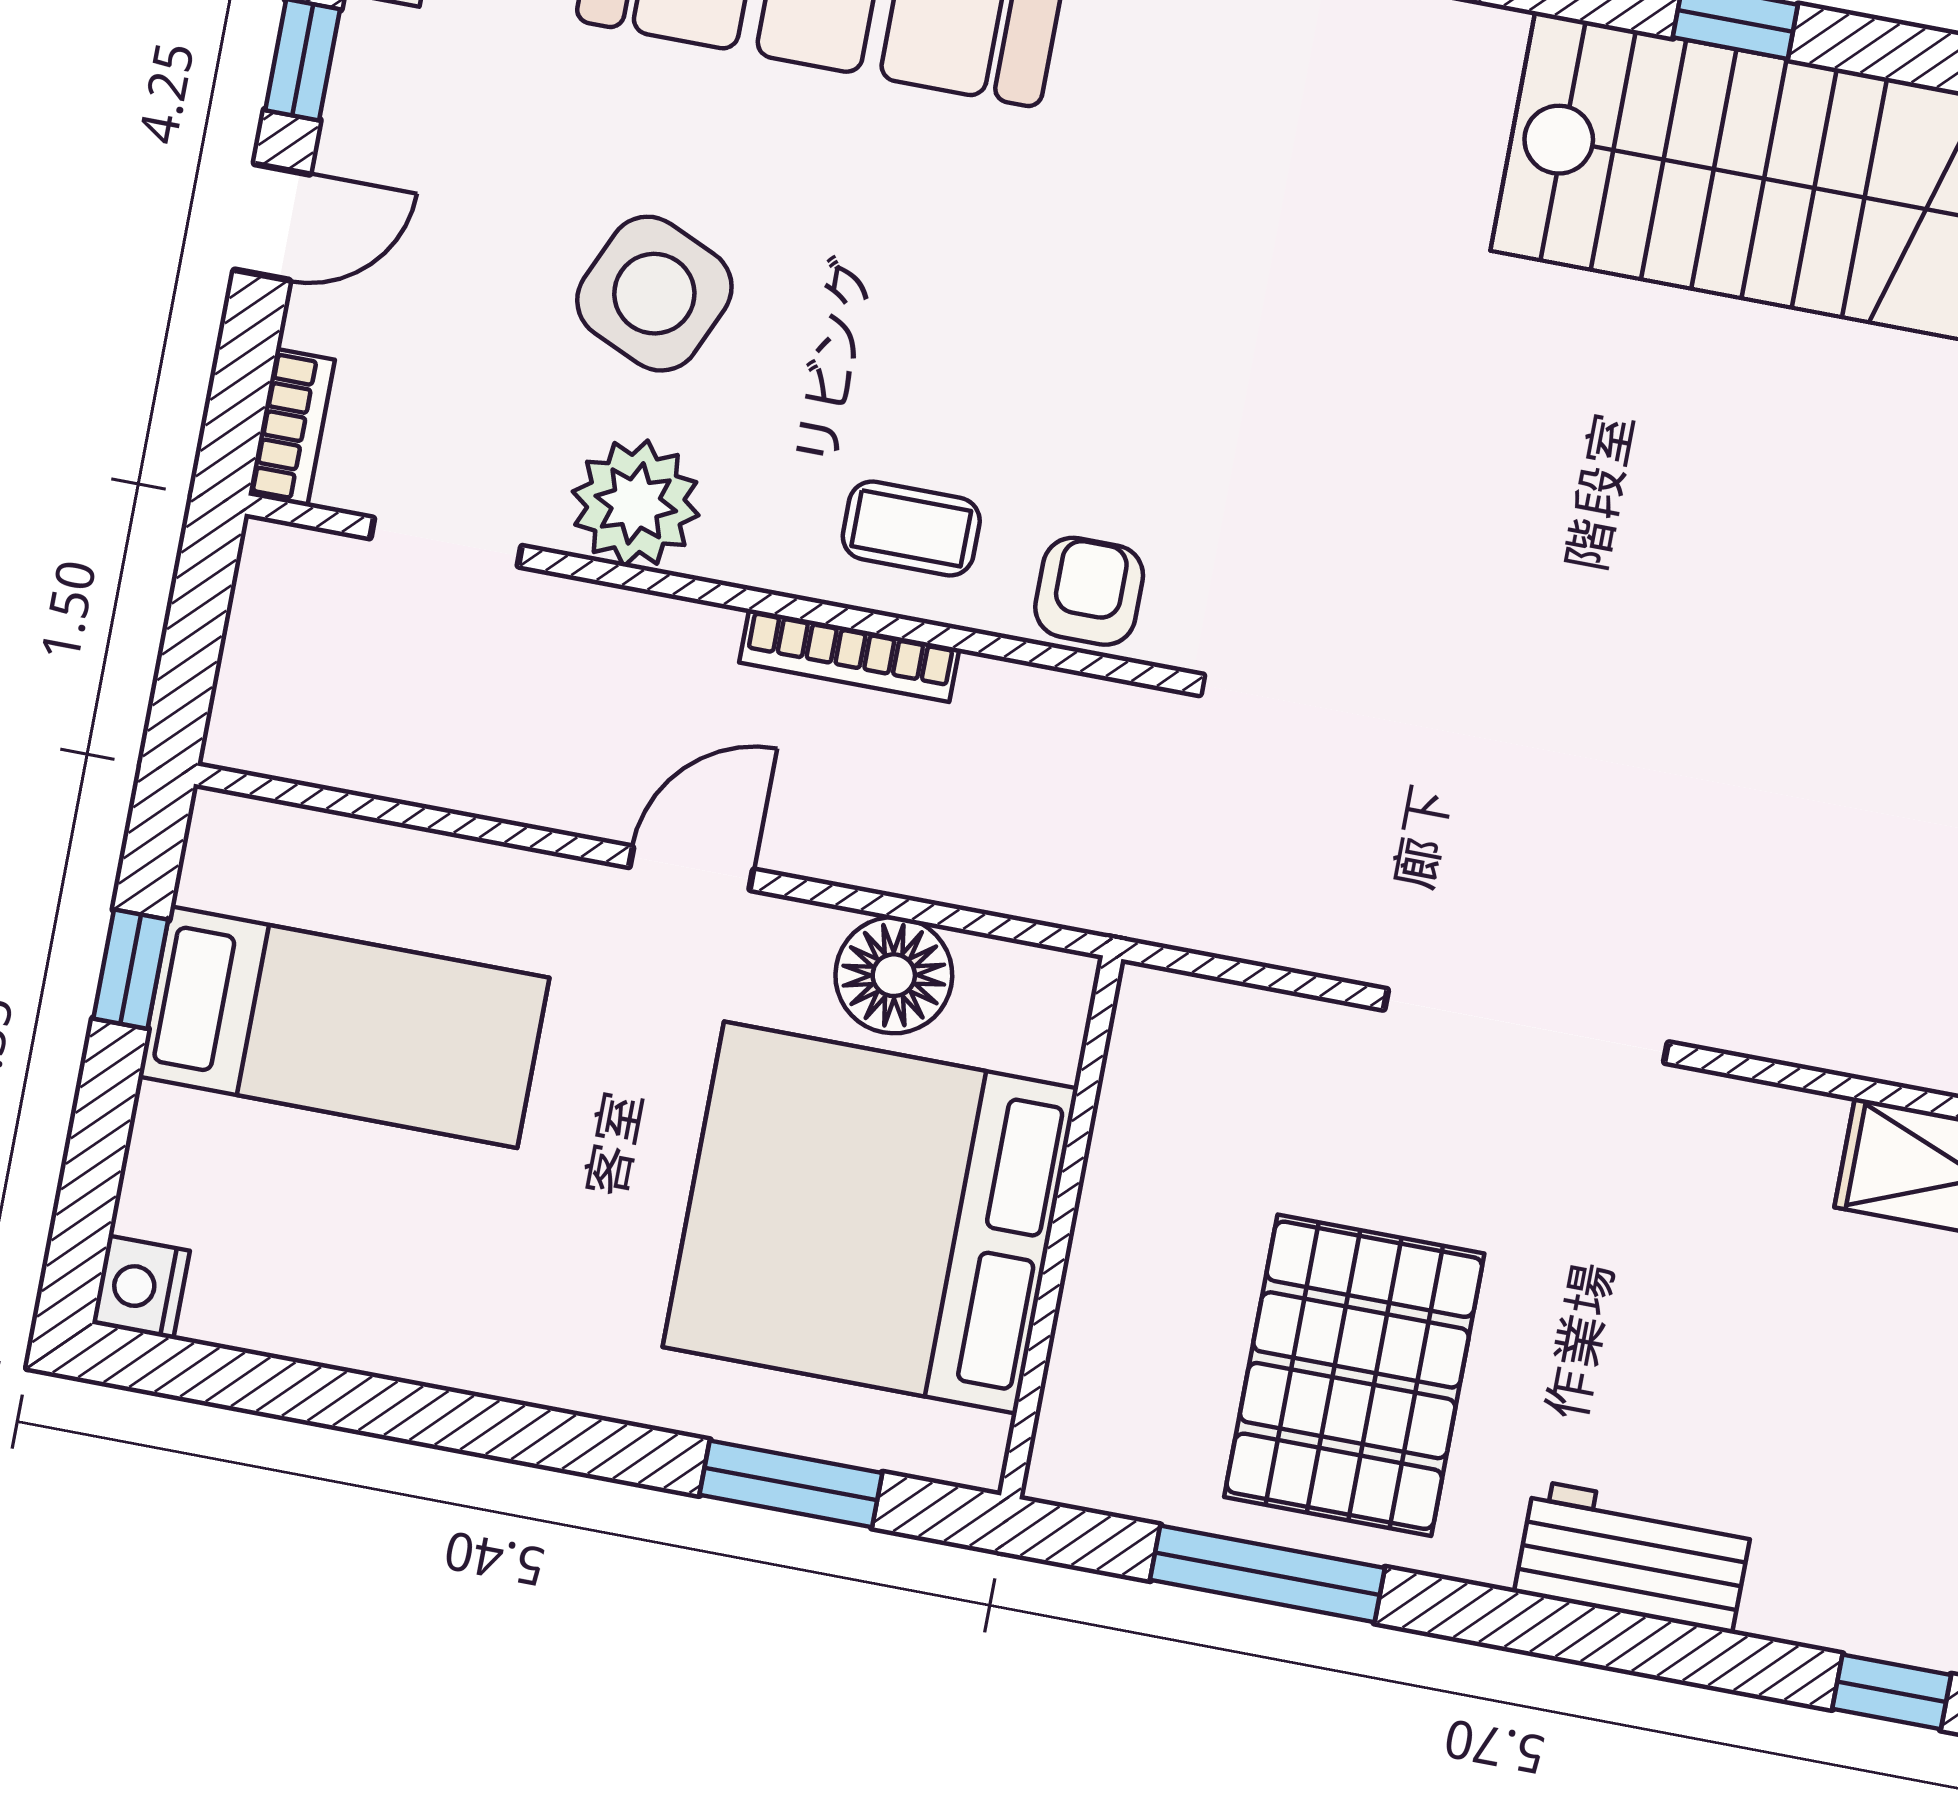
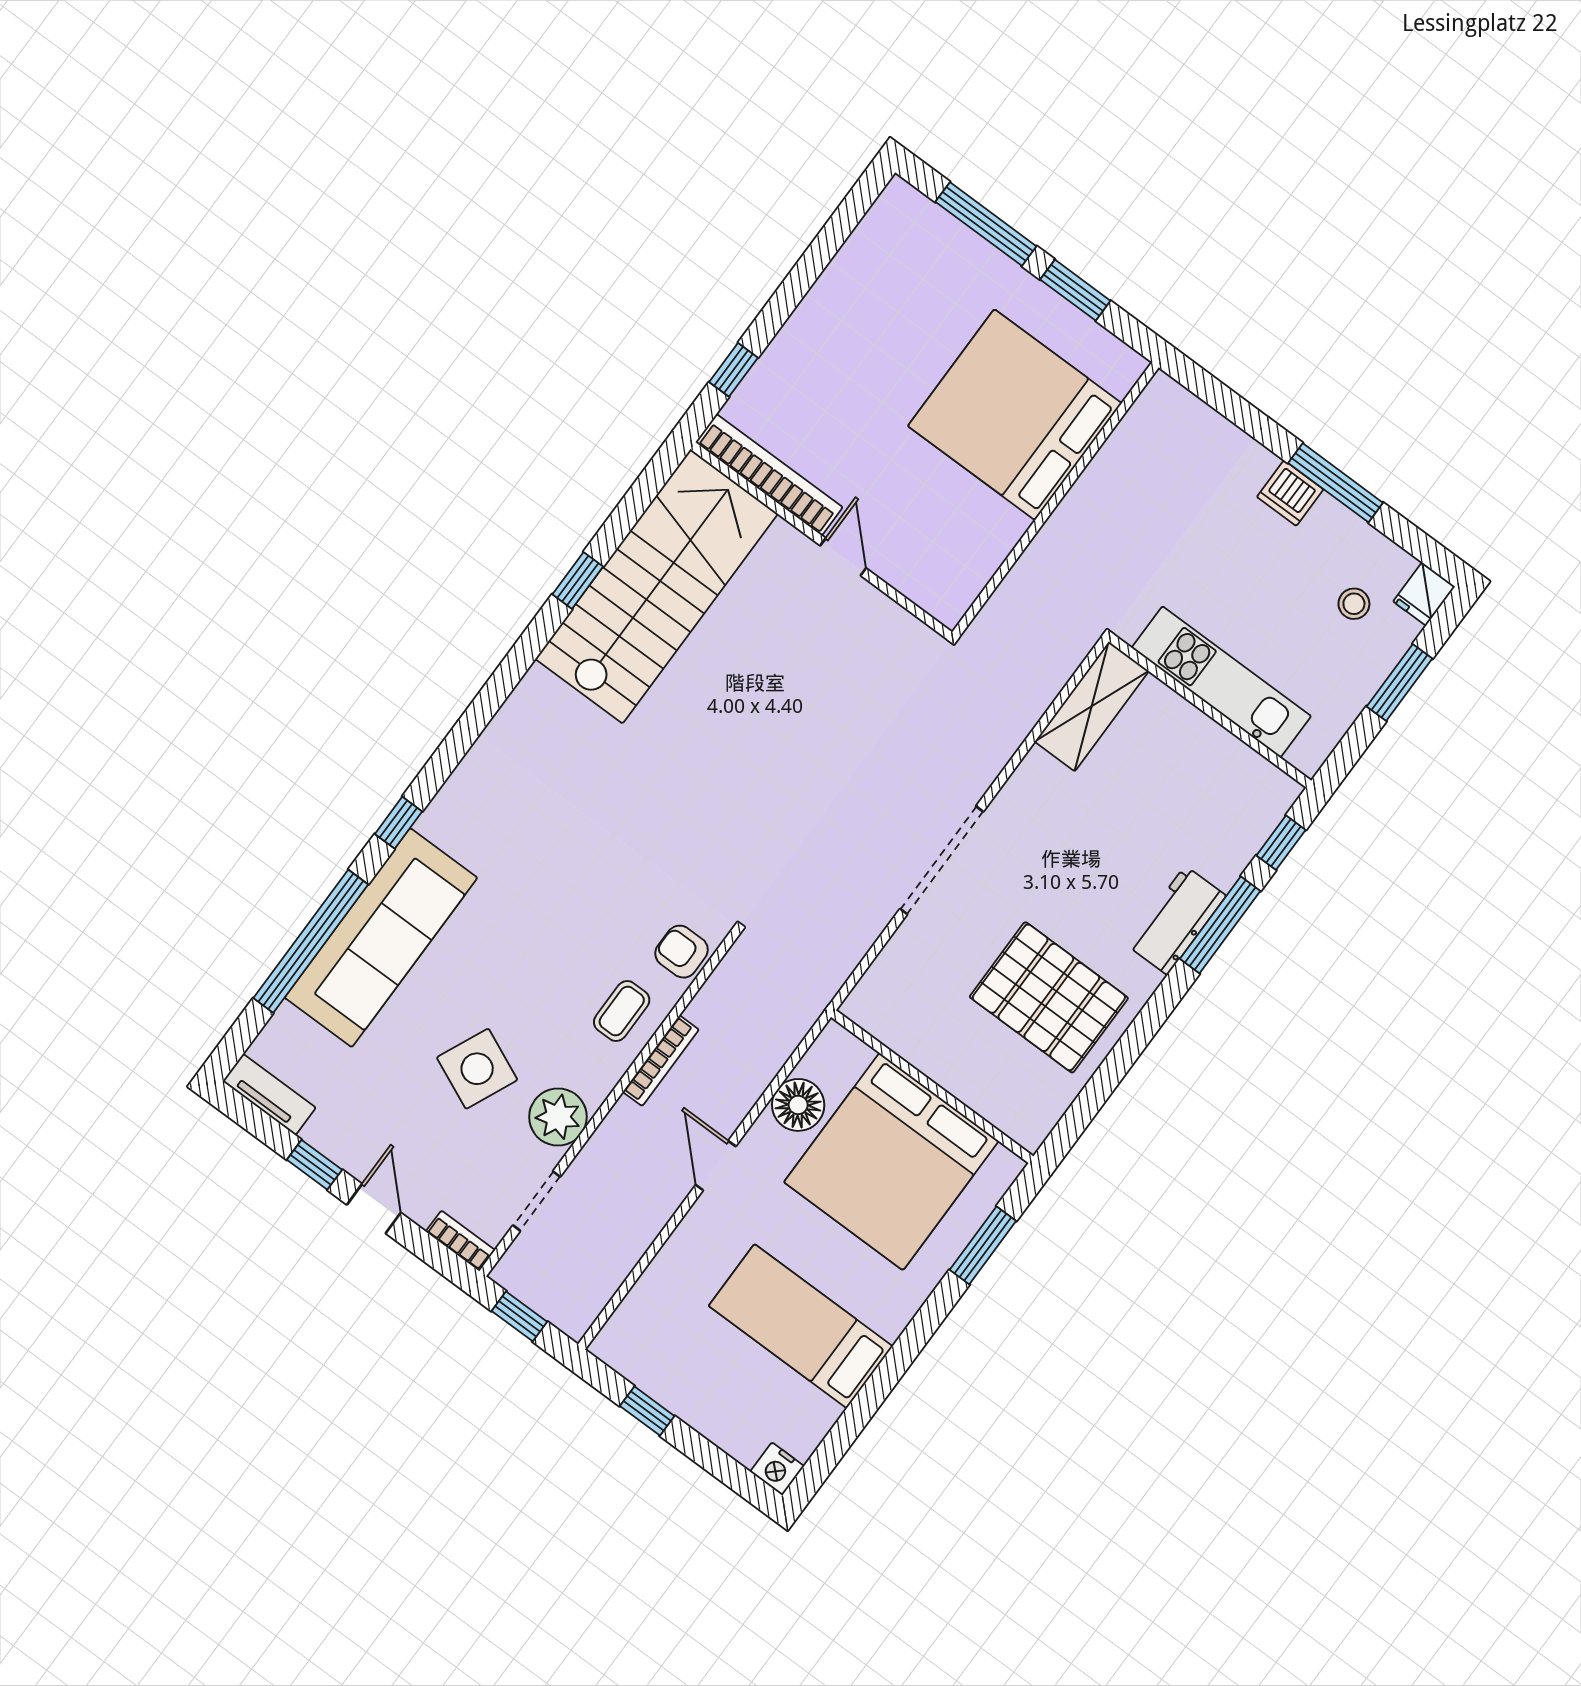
window: (197, 620) -> (519, 1316), added
bed: (344, 1027) -> (801, 1326), moved, turned -90
window: (1267, 1574) -> (1220, 925), moved

